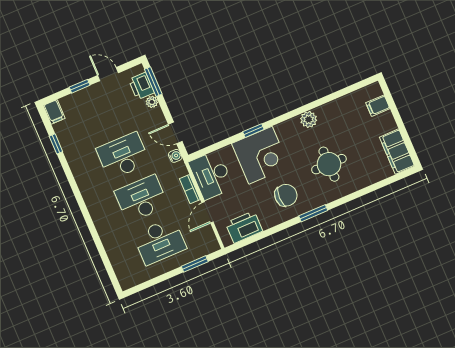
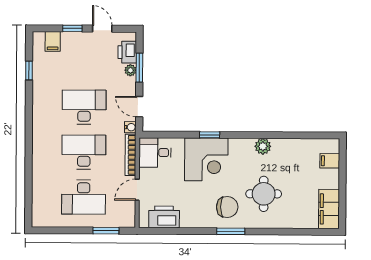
window: (153, 82) -> (139, 68), moved
filing cabinet: (54, 112) -> (53, 41), moved
desk: (211, 175) -> (155, 153), width x0.73
bookcase: (190, 189) -> (131, 155), width x1.56
chair: (286, 195) -> (227, 207), moved

